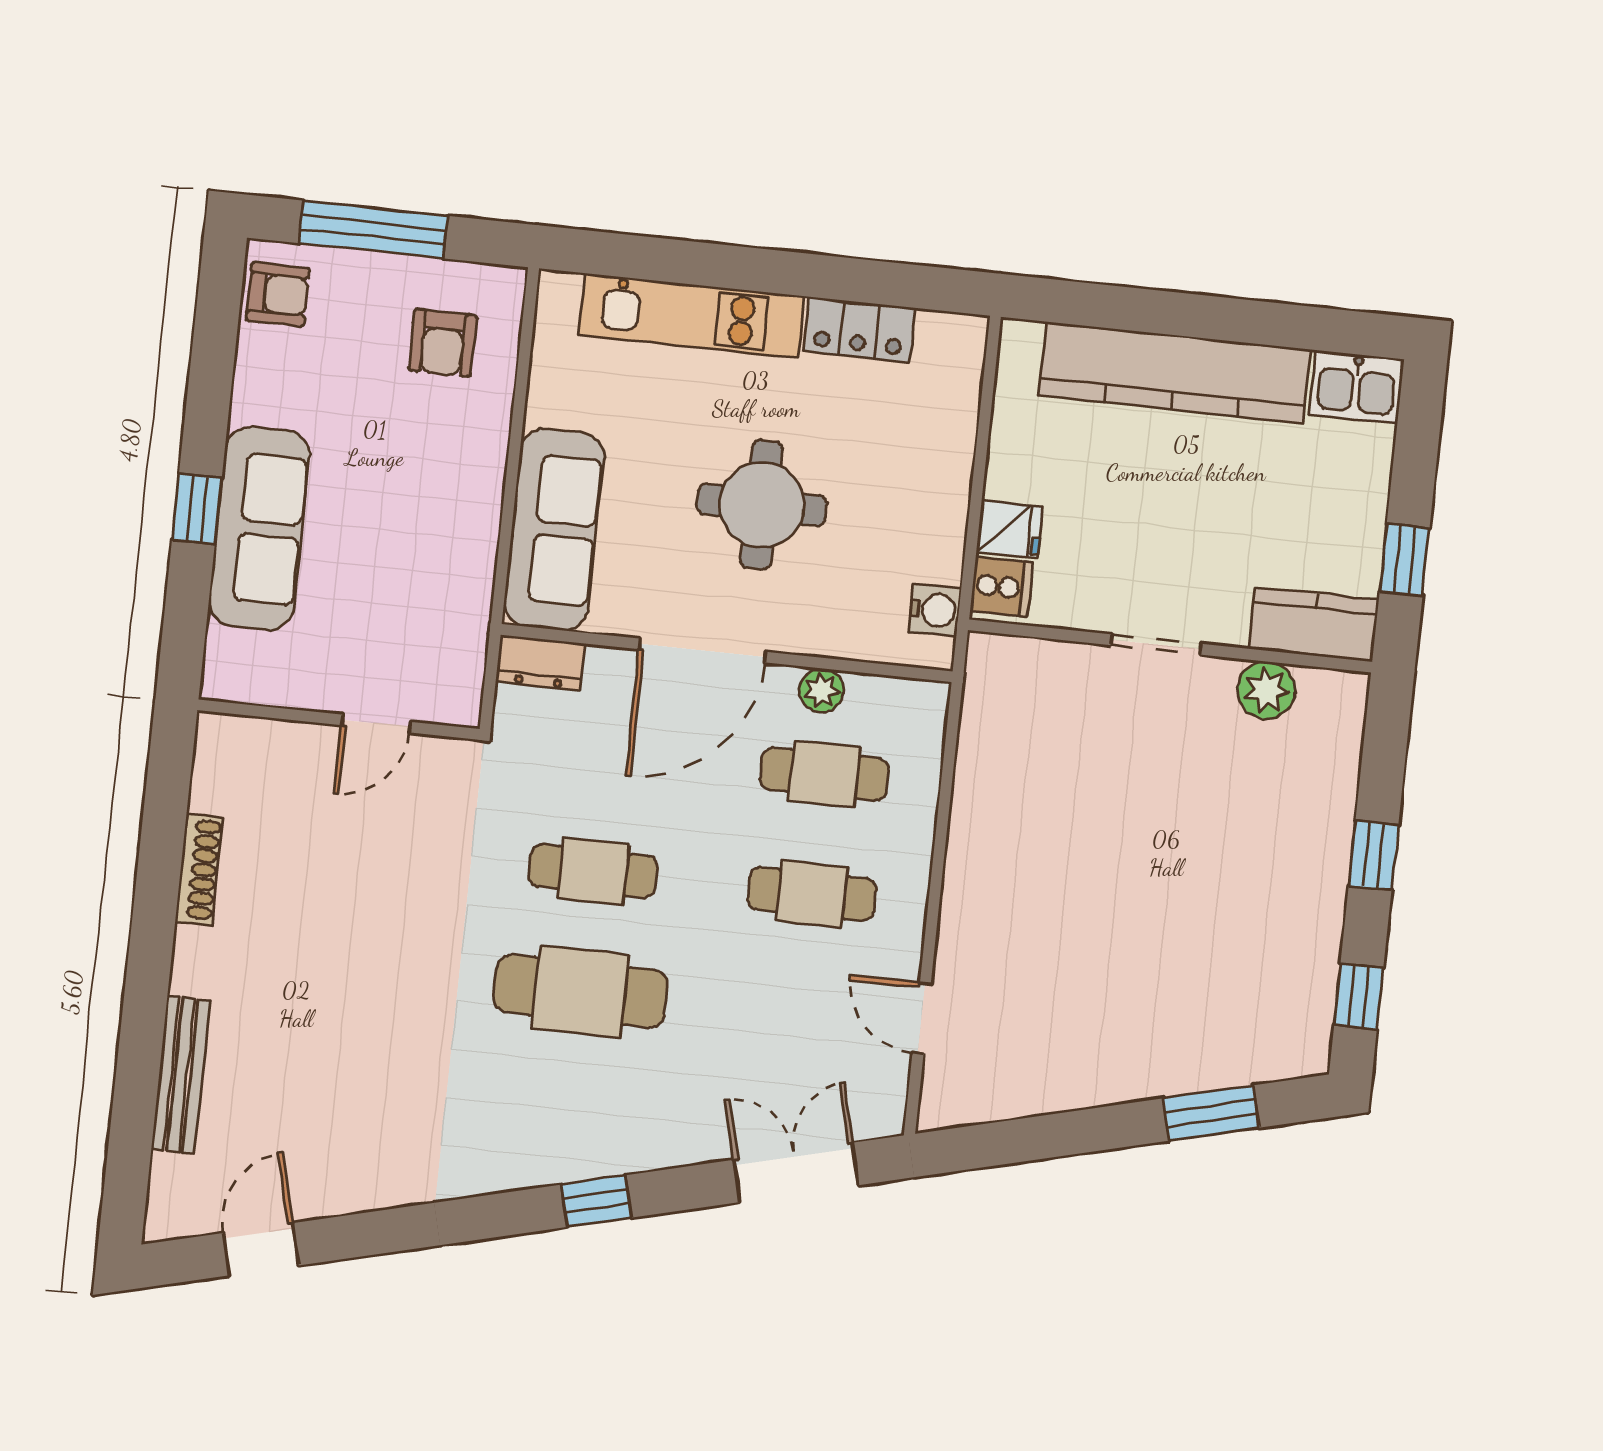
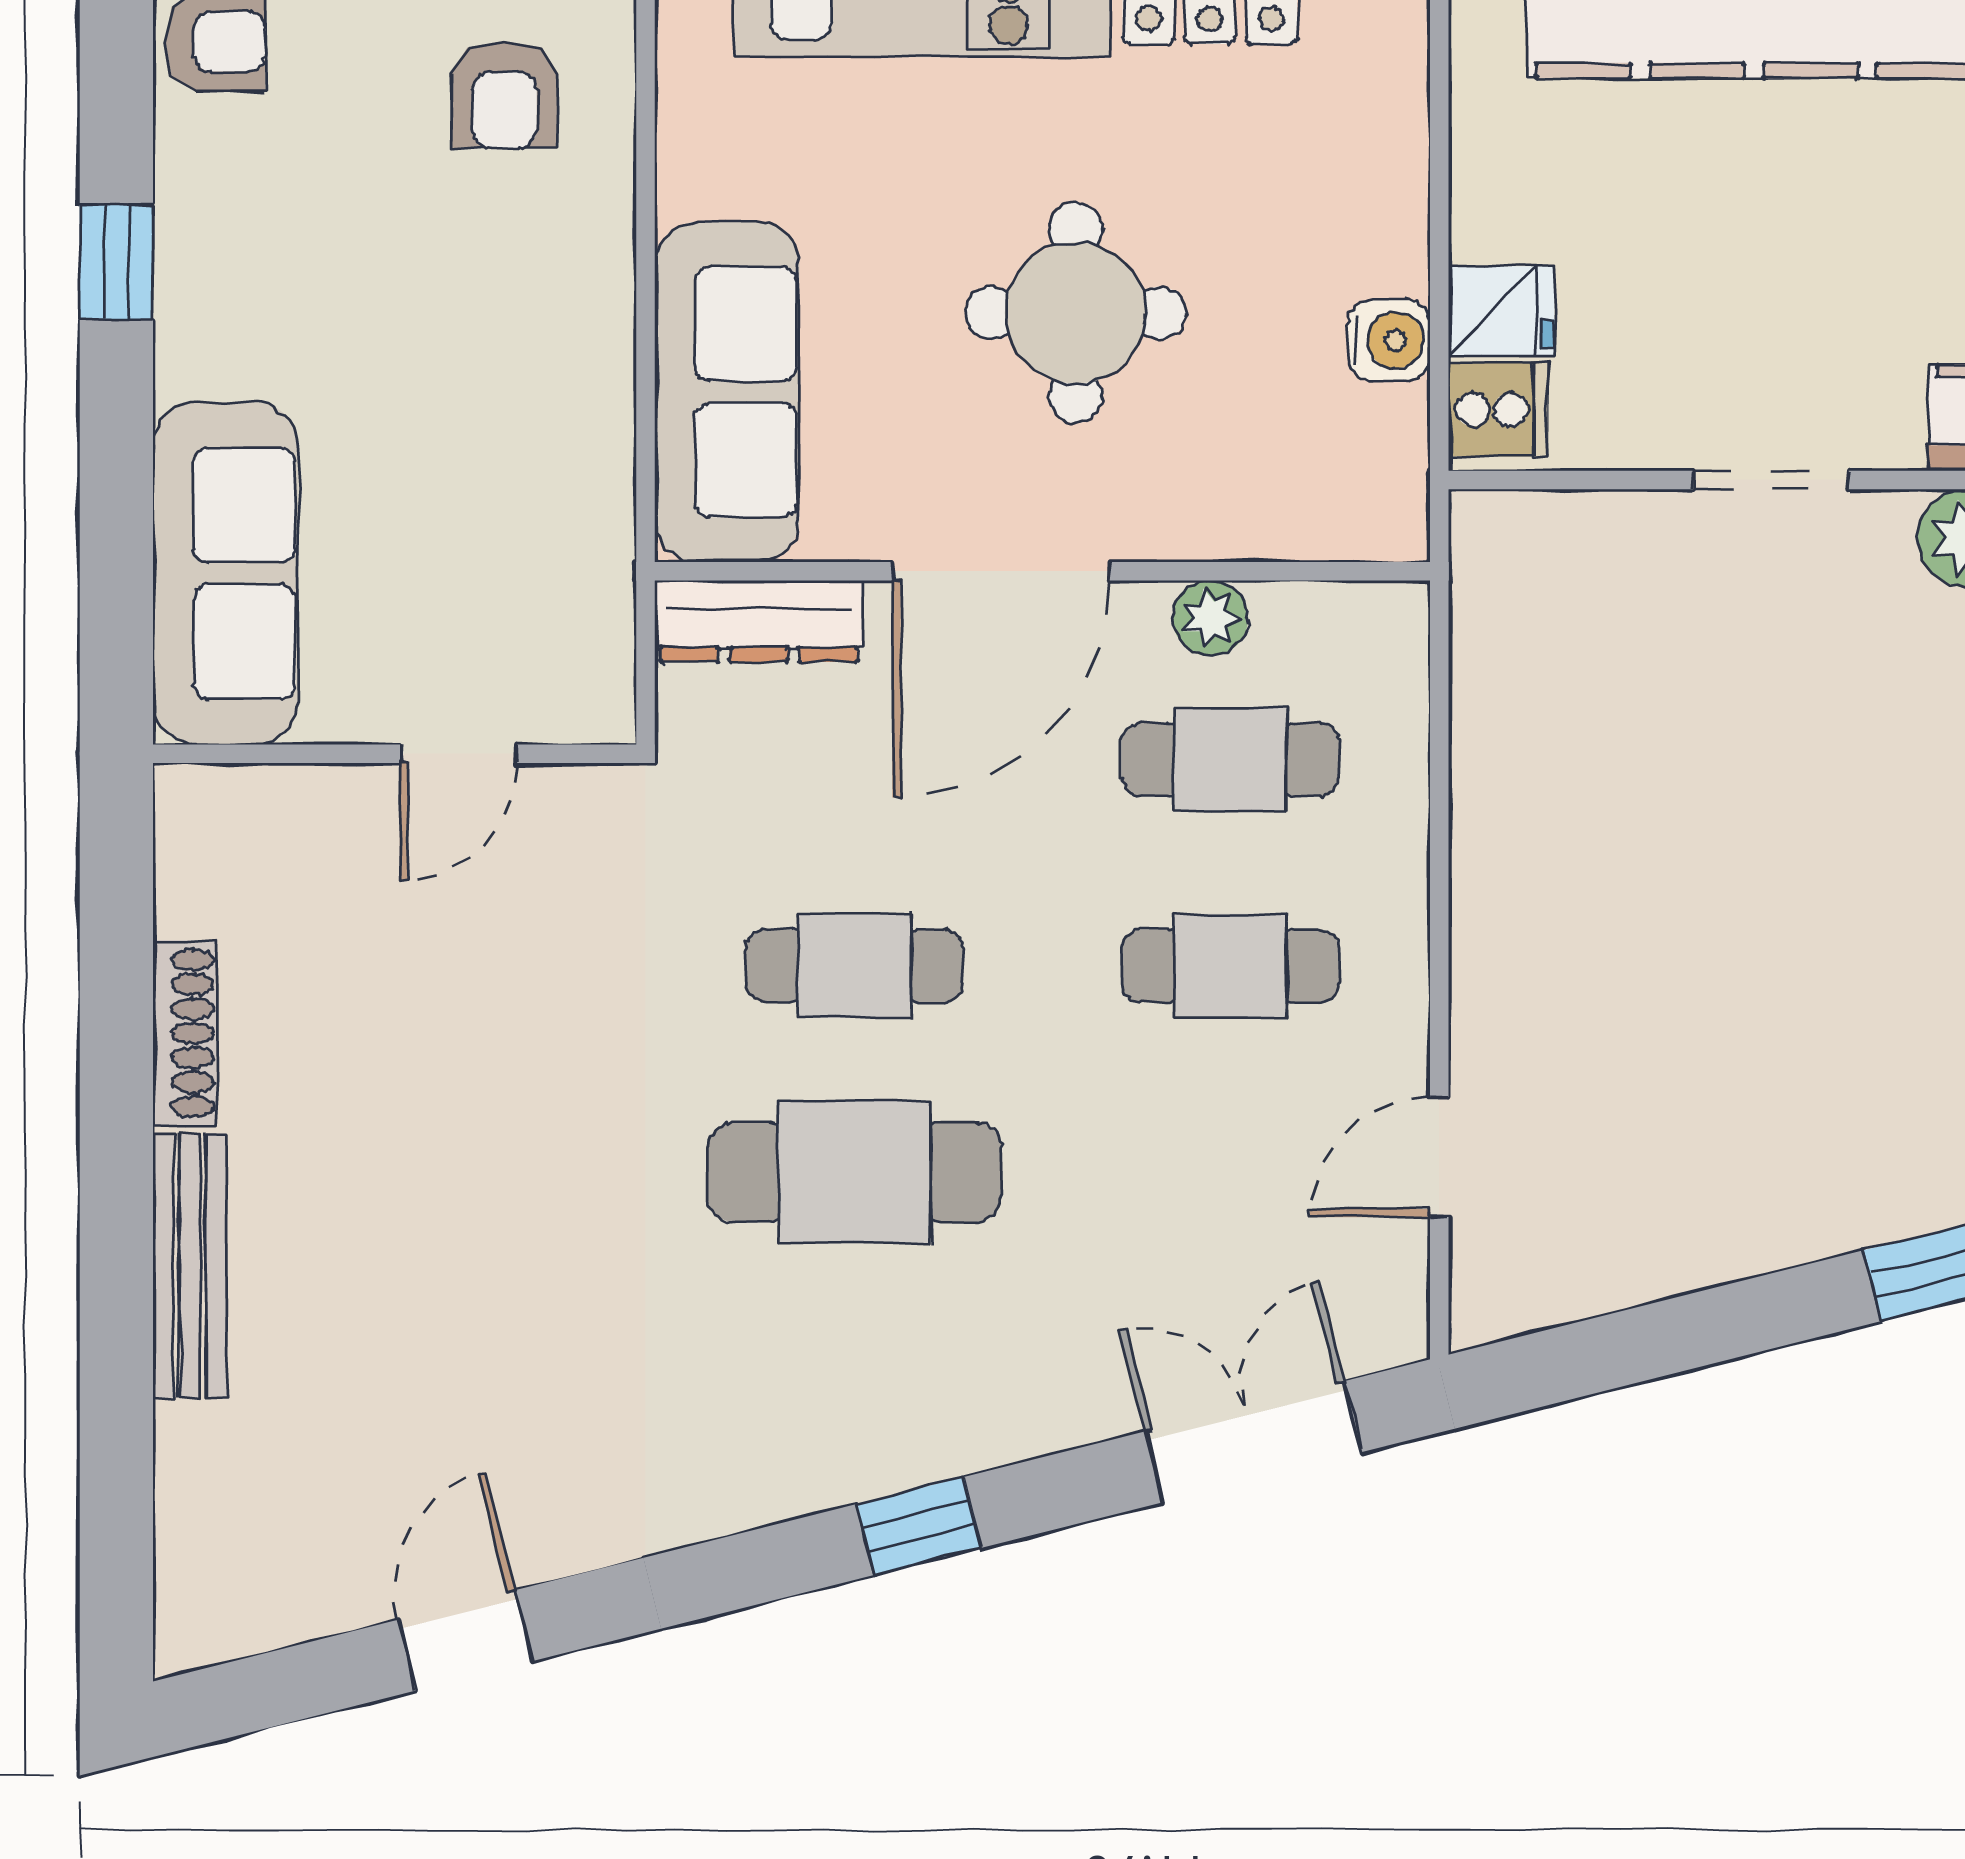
window: (197, 509) -> (116, 262), moved
sofa: (259, 528) -> (226, 573), moved
water cooler: (935, 610) -> (1389, 341), moved
dresser: (540, 663) -> (759, 621), width x1.44
door: (922, 1018) -> (1439, 1157), hinge flipped
bench: (181, 1075) -> (190, 1266), moved
door: (261, 1249) -> (465, 1640), moved

